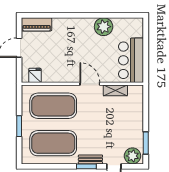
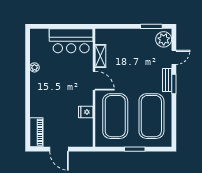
plant: (104, 27) -> (34, 67), width x0.53, depth x0.53
fridge: (35, 75) -> (86, 112), moved
door: (90, 84) -> (94, 81), swing flipped

